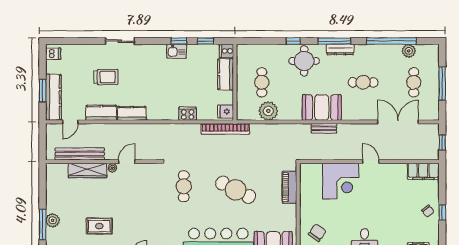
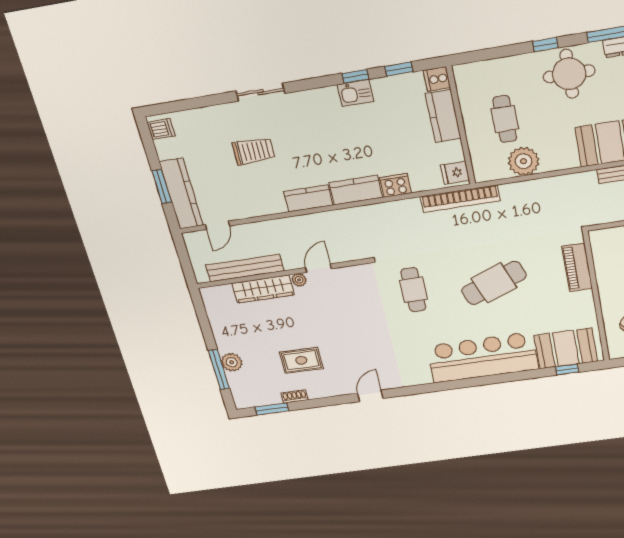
kitchen counter: (101, 113) -> (356, 190), moved
cafe table: (236, 190) -> (494, 283), turned -48

